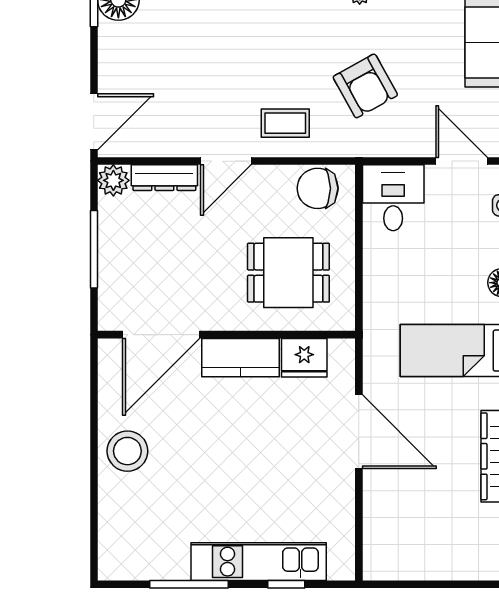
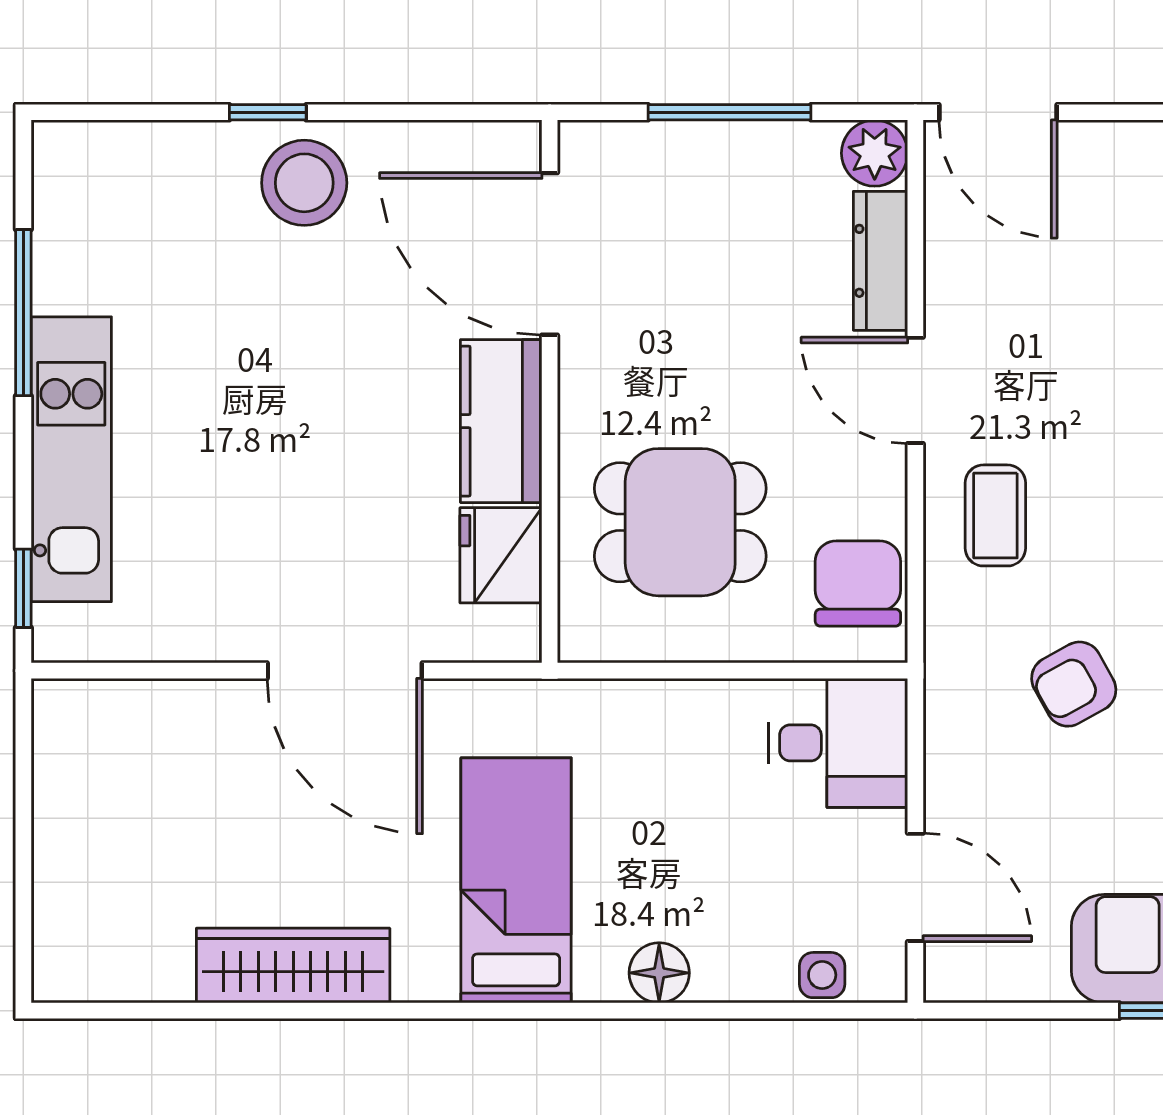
armchair: (365, 86) -> (1074, 684), width x0.72, depth x0.72
door: (462, 161) -> (915, 887), hinge flipped
dining table: (288, 273) -> (680, 522), turned 90
door: (359, 432) -> (345, 671), hinge flipped
window: (94, 468) -> (268, 112), added
window: (286, 584) -> (23, 588), moved

